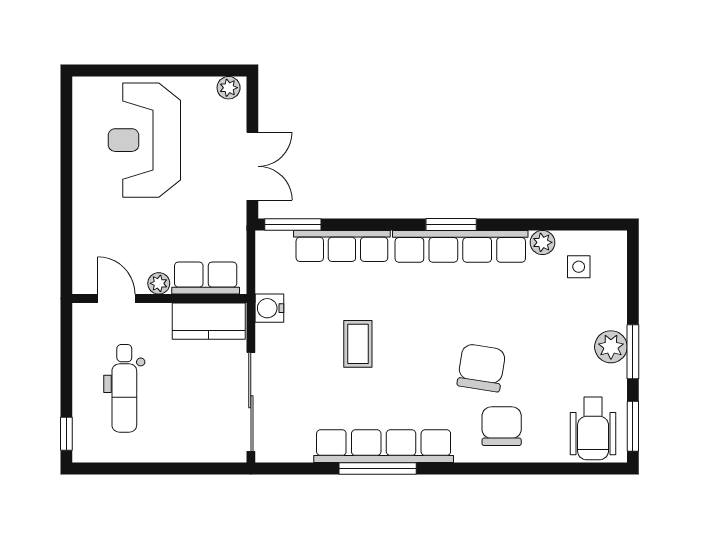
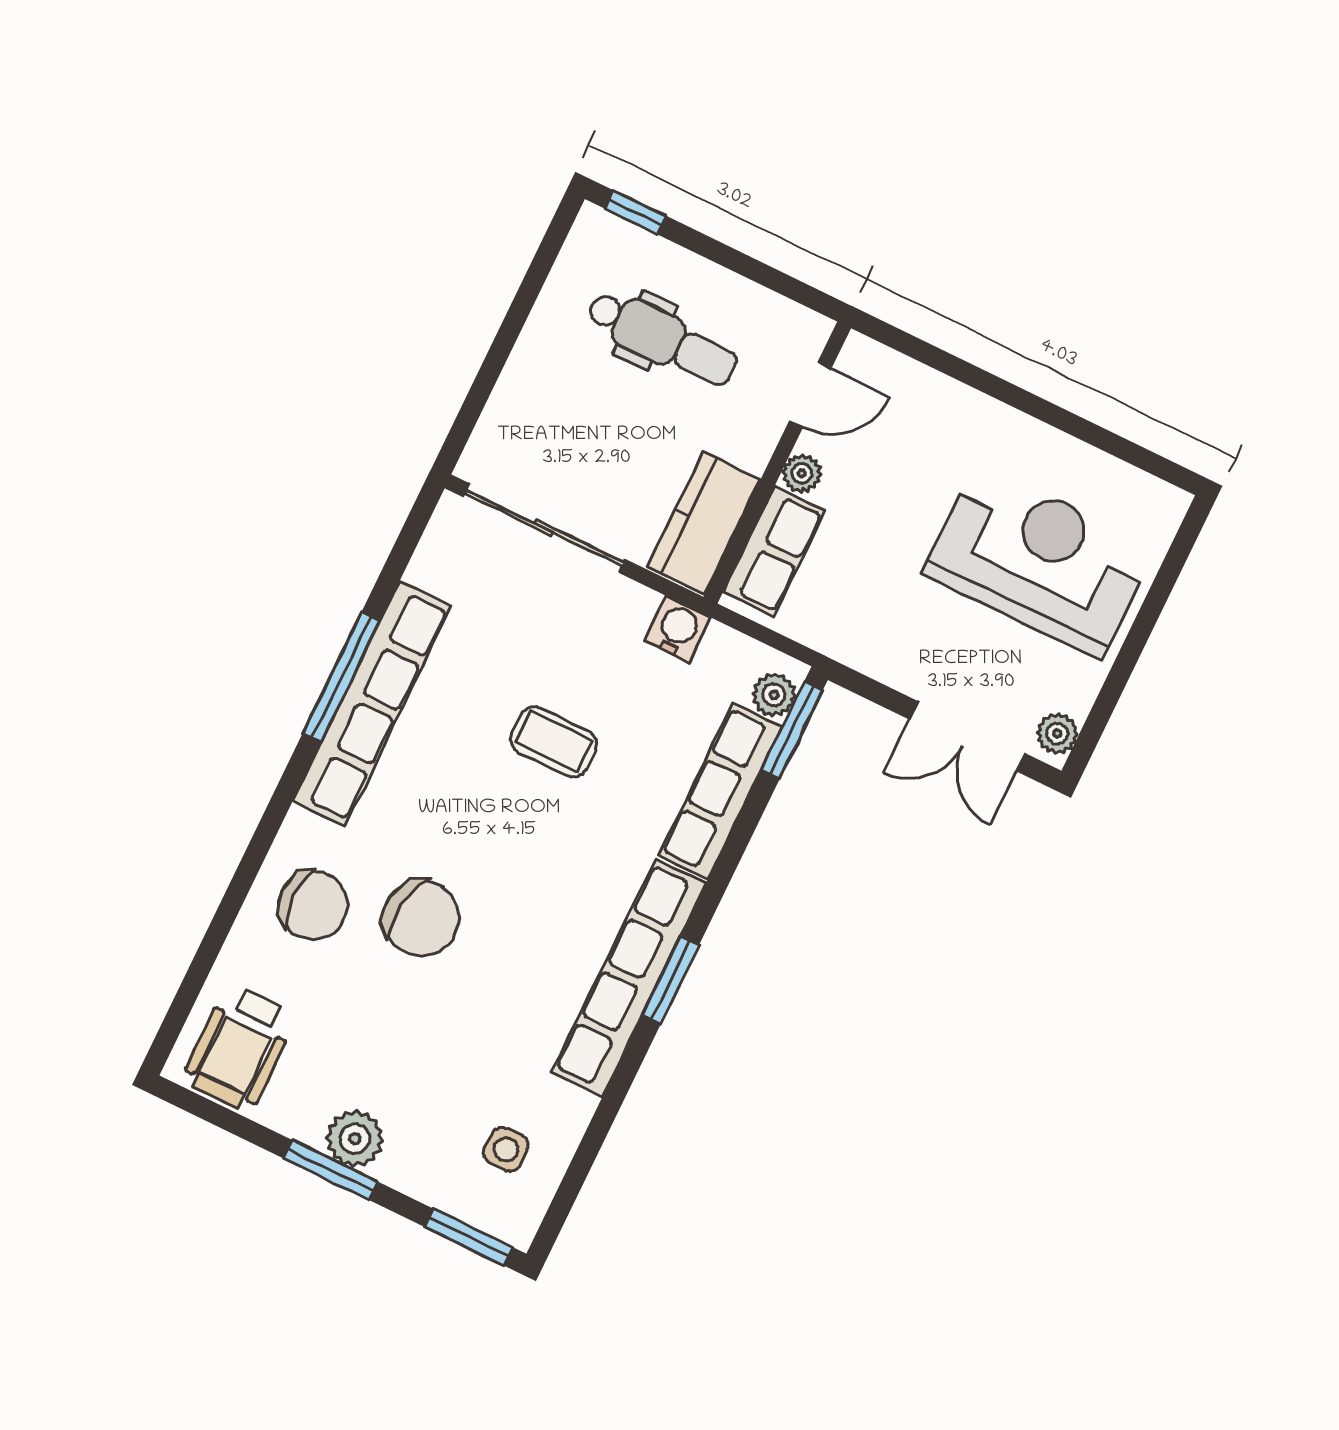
double door: (252, 166) -> (967, 736), moved
plant: (542, 242) -> (774, 695), moved
dental chair: (124, 388) -> (662, 338), turned 180
window: (633, 426) -> (469, 1237), moved
wheelchair: (593, 429) -> (239, 1048), turned -90

